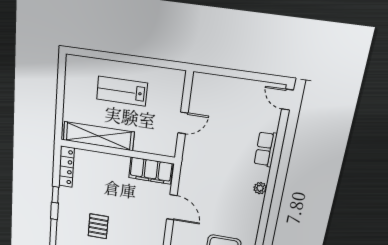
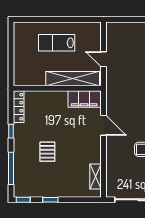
door: (183, 123) -> (104, 59), swing flipped
shelving: (98, 136) -> (73, 79), moved

